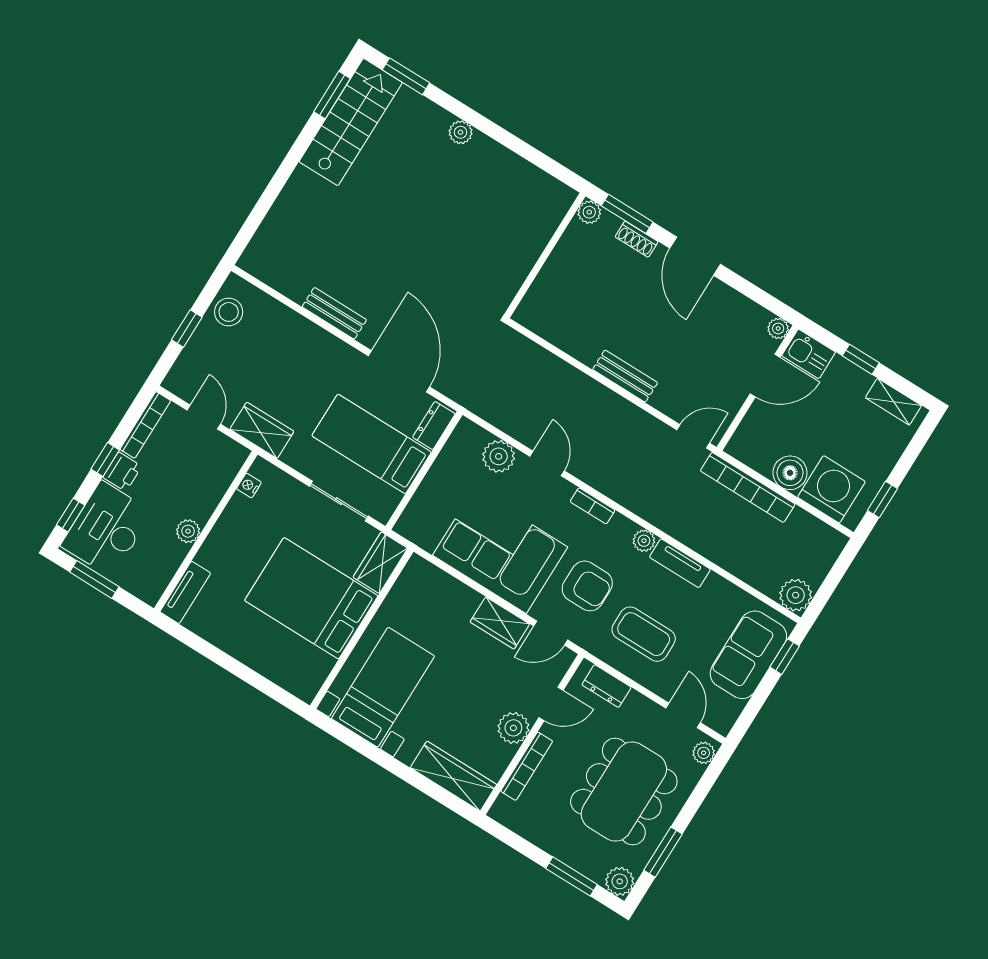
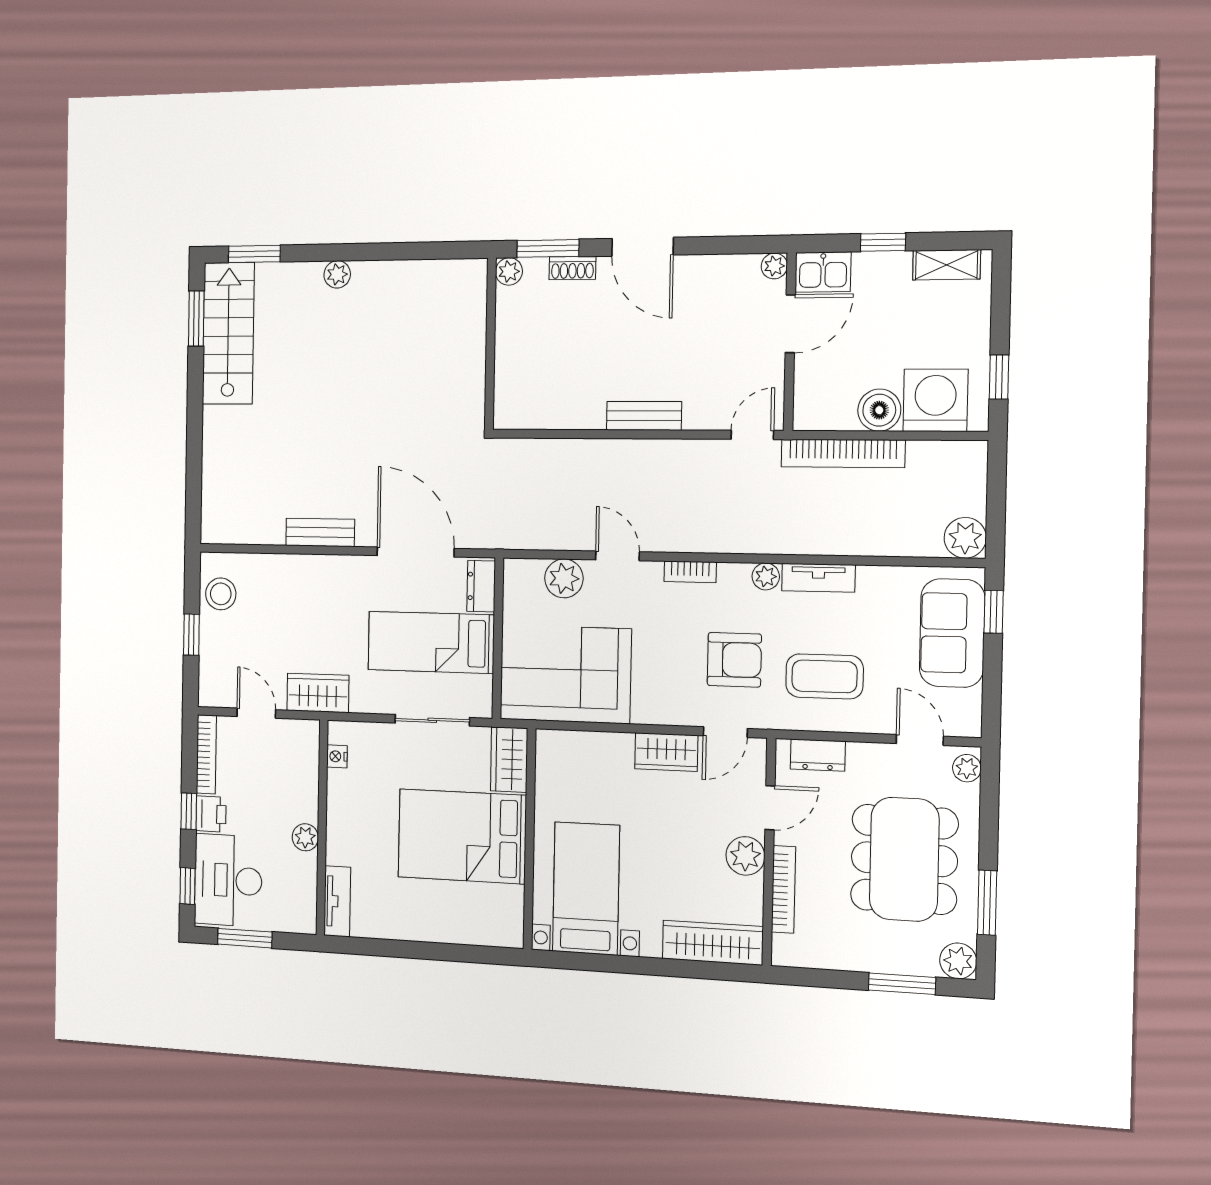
corner sofa: (500, 551) -> (565, 674), moved

